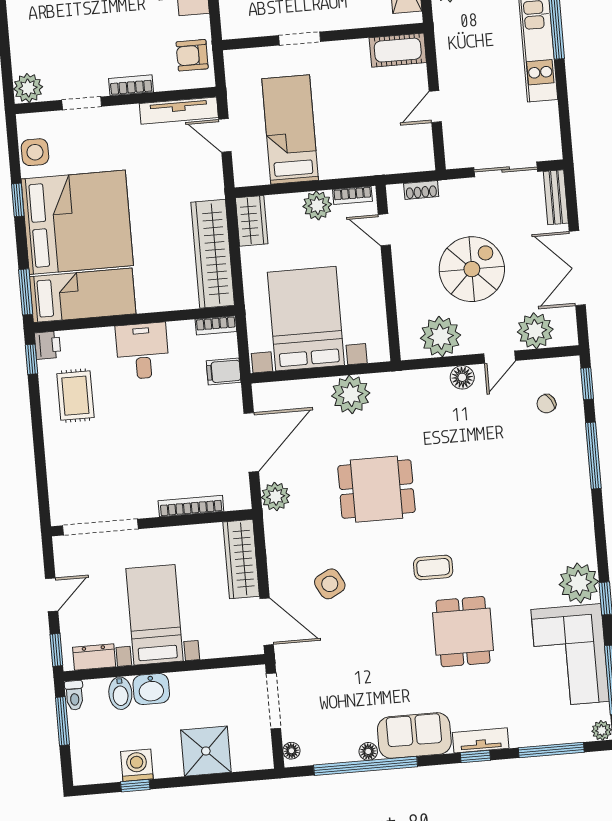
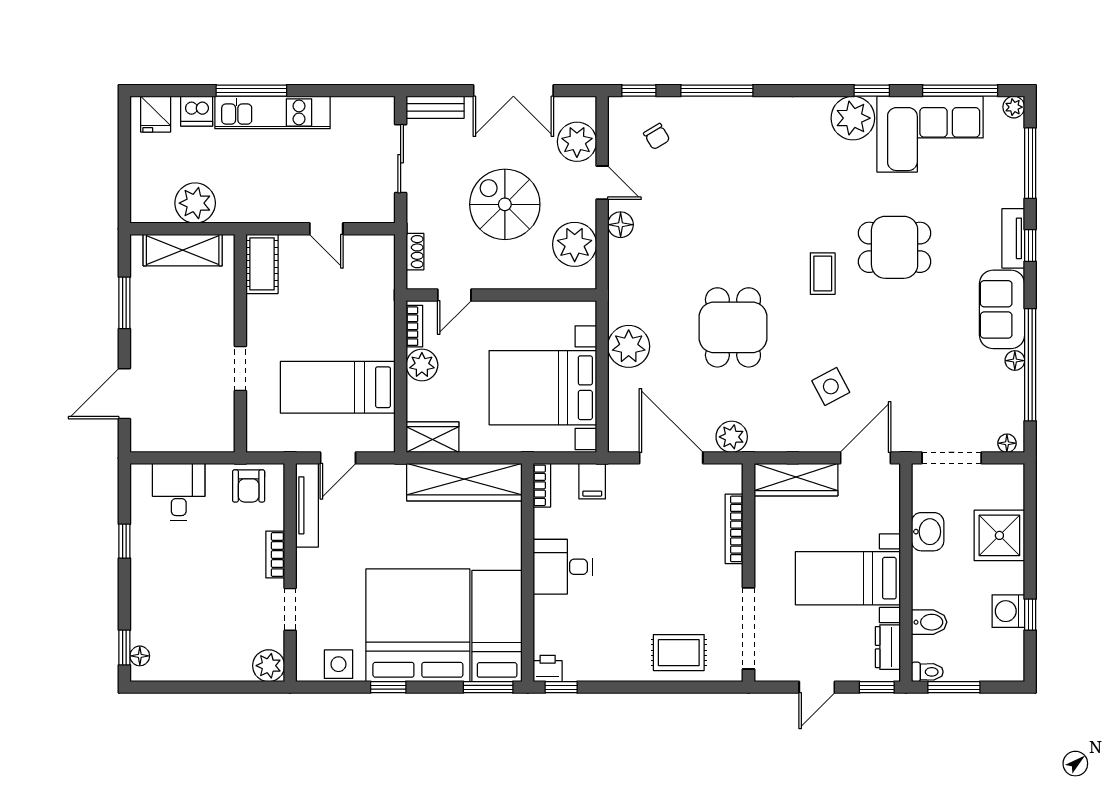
rug: (75, 396) -> (679, 653), moved
door: (52, 595) -> (817, 687), swing flipped
washbasin: (151, 689) -> (928, 532), moved

